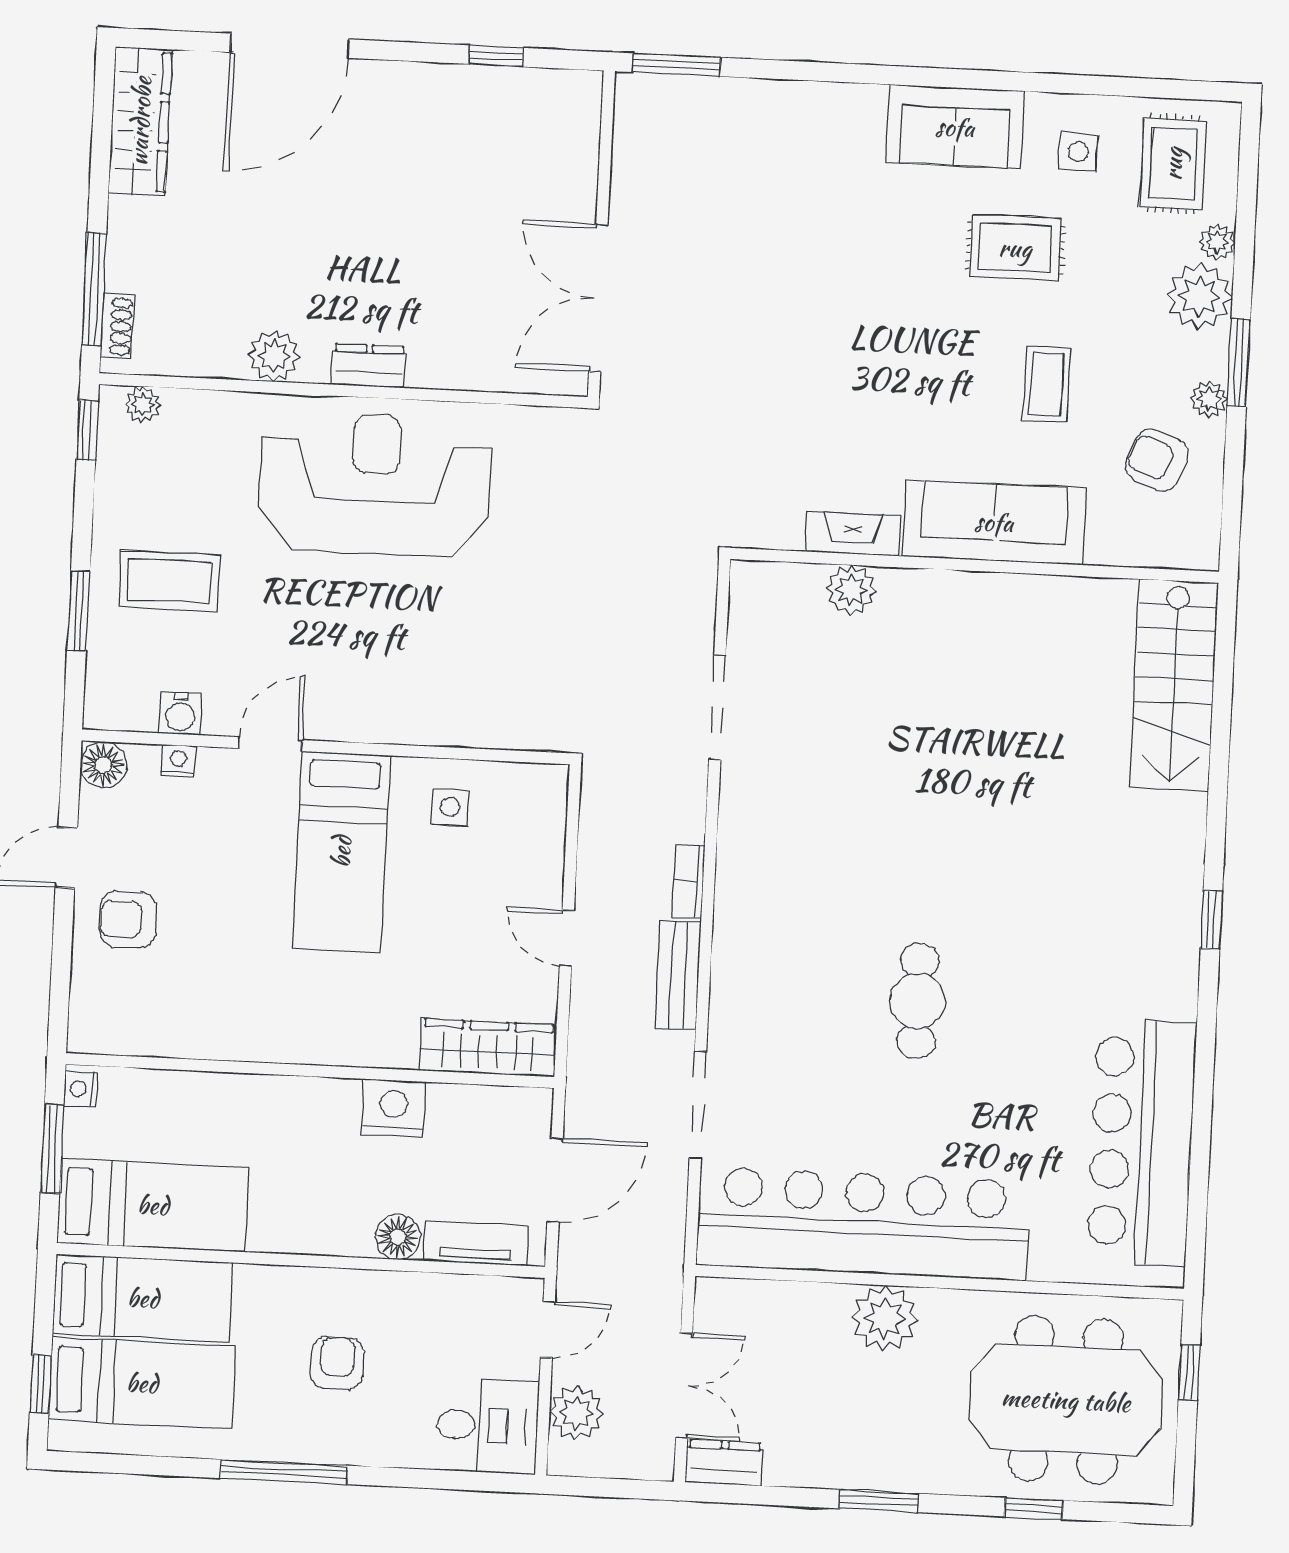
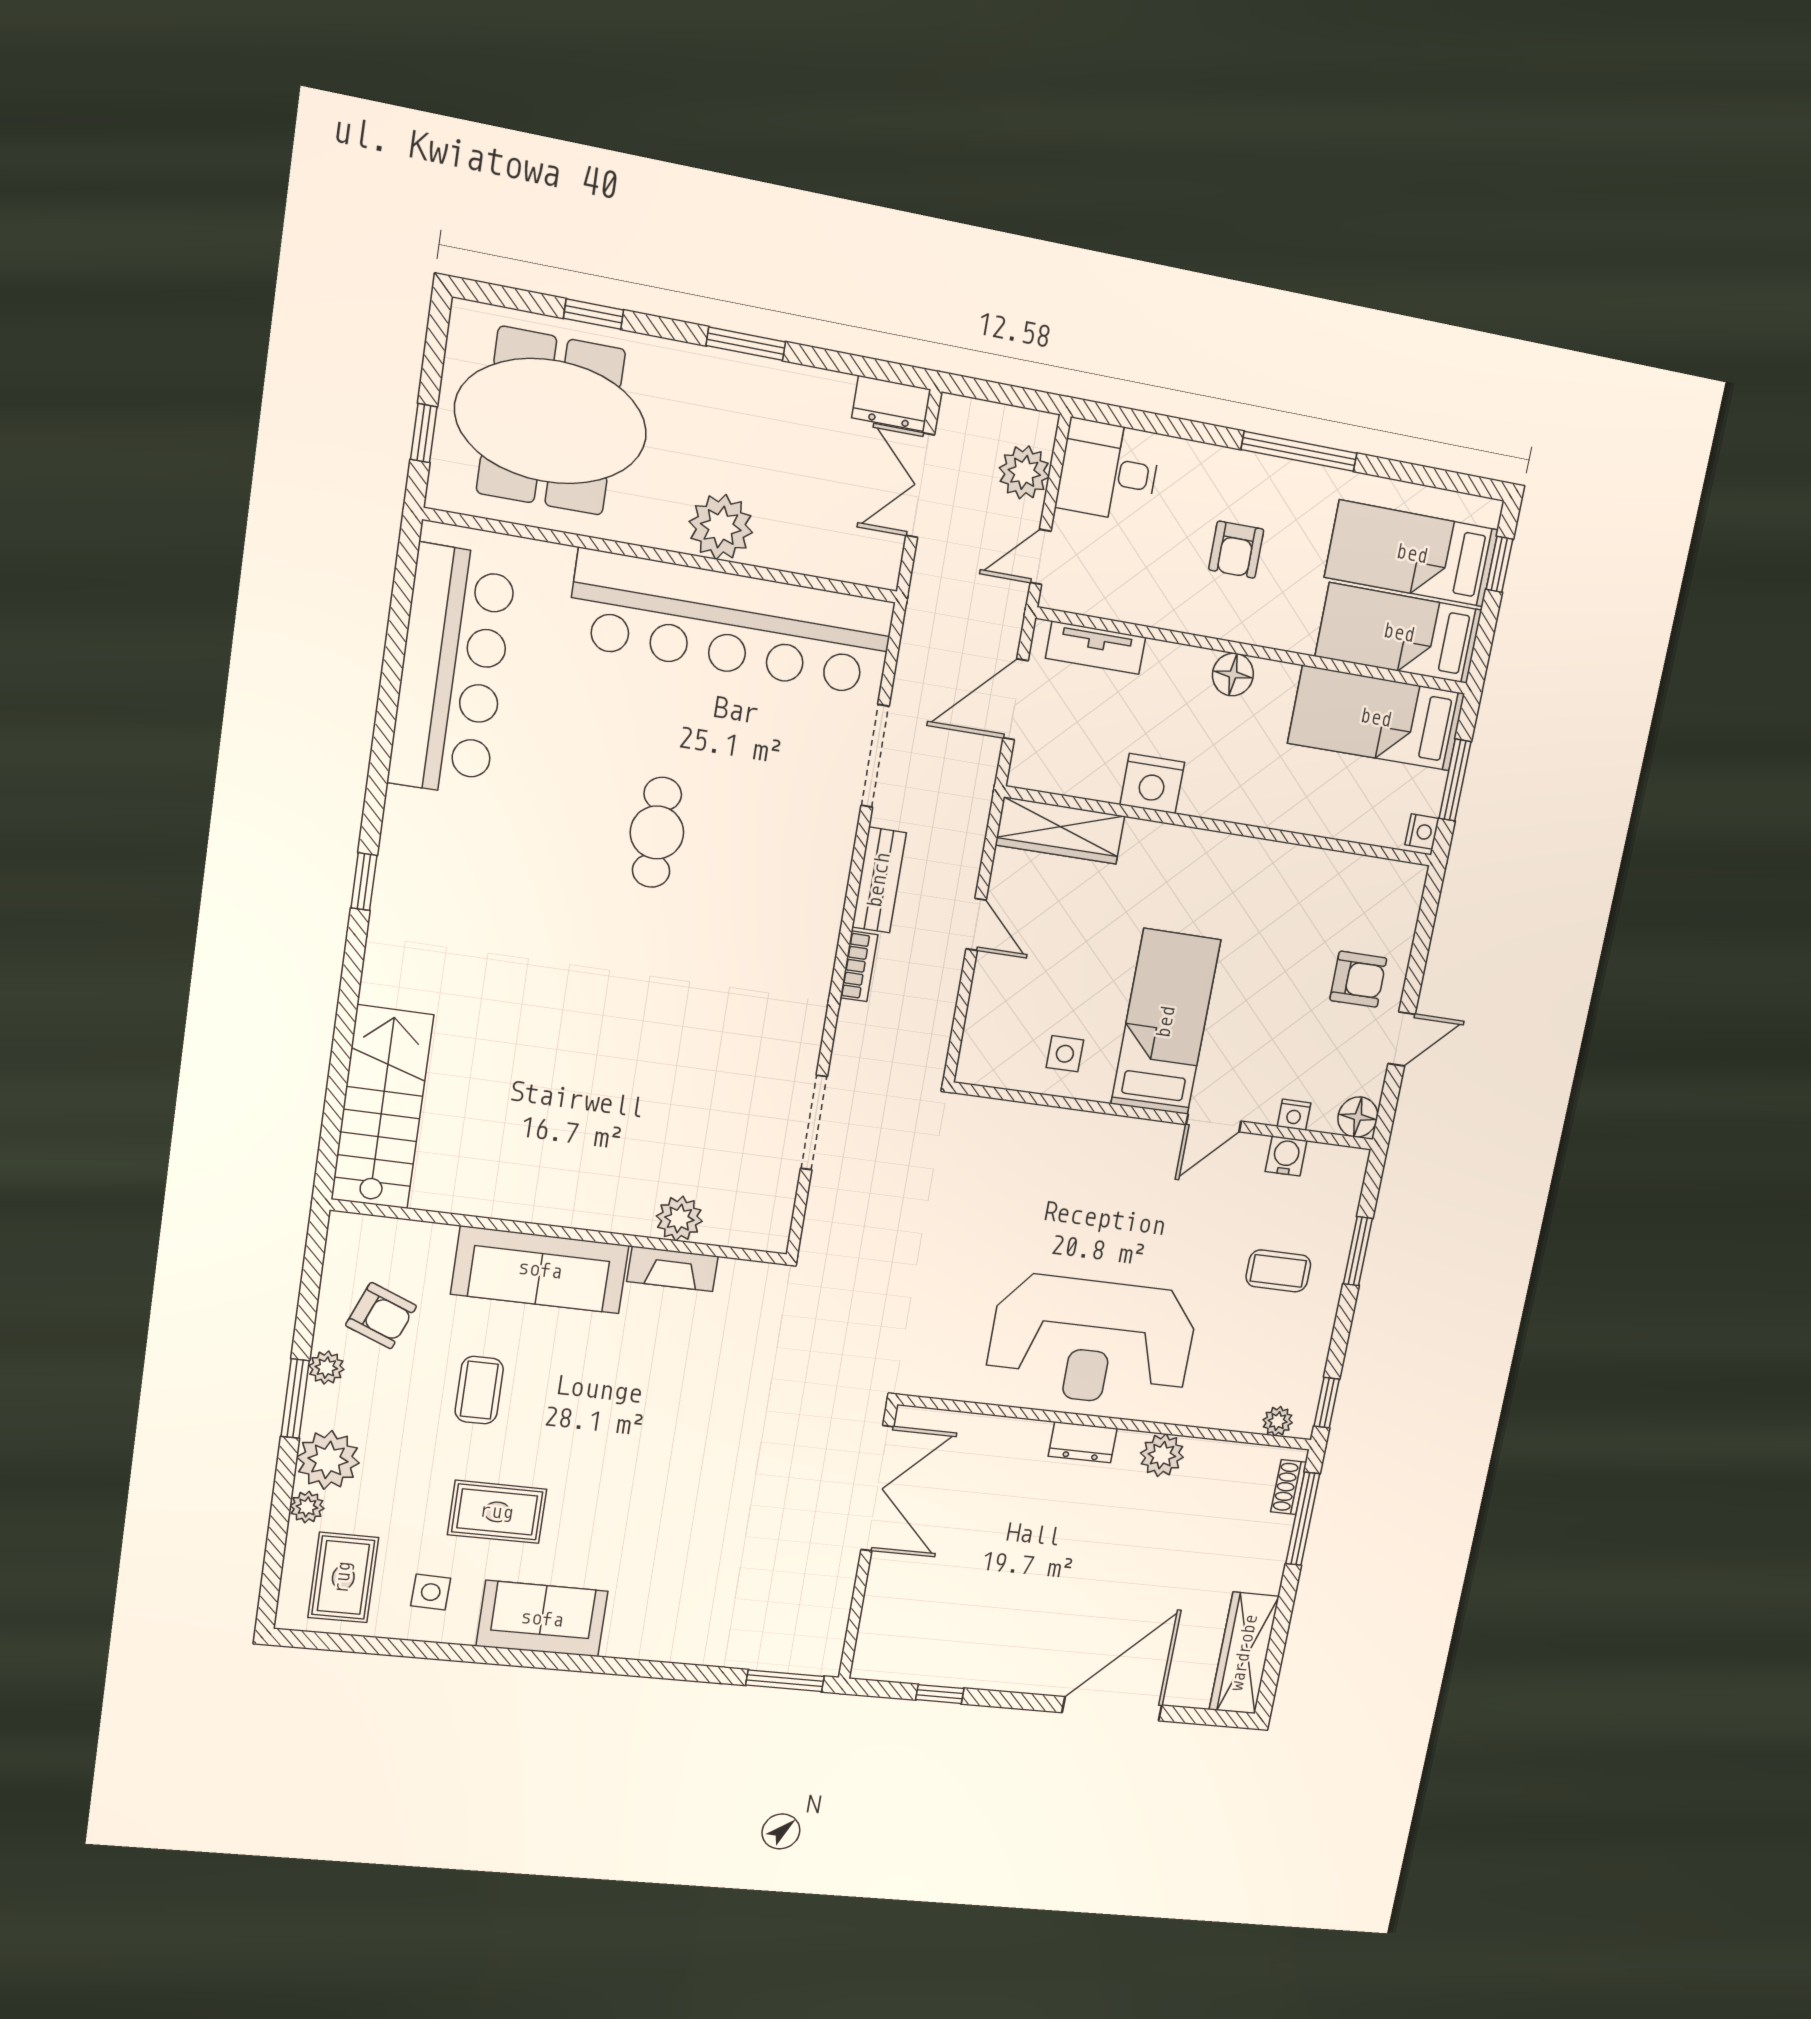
coffee table: (169, 581) -> (1278, 1271), width x0.73, depth x0.77
floor lamp: (398, 1237) -> (1233, 674), moved

